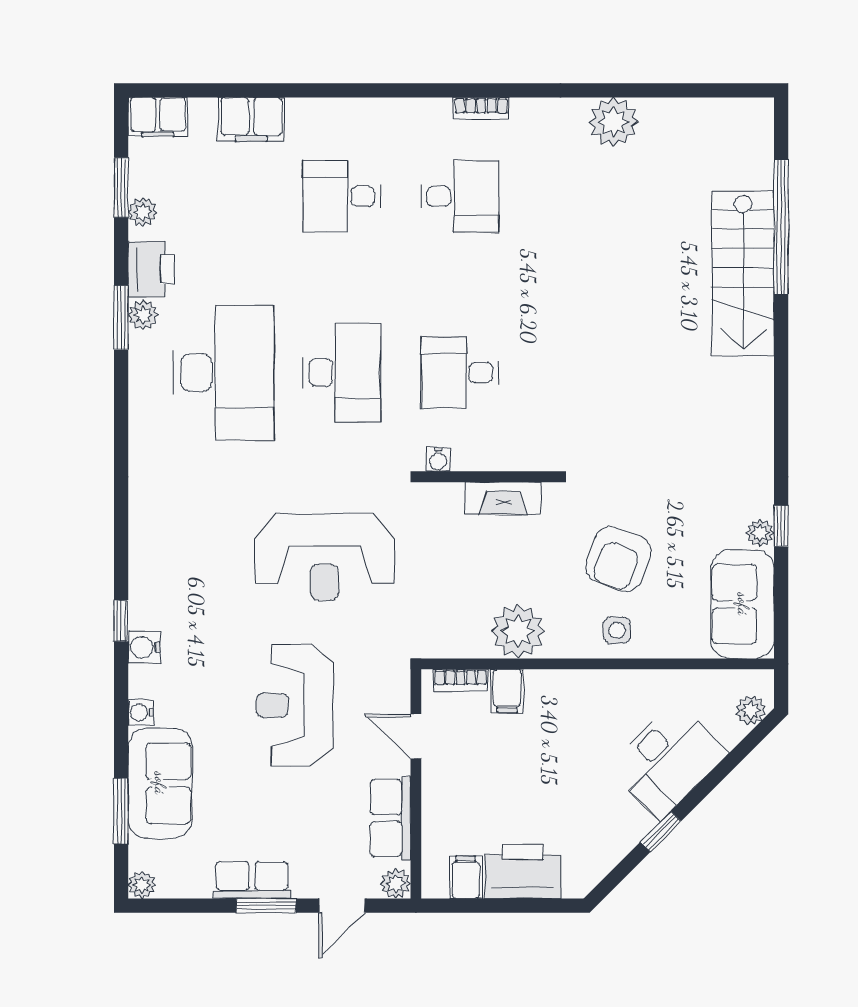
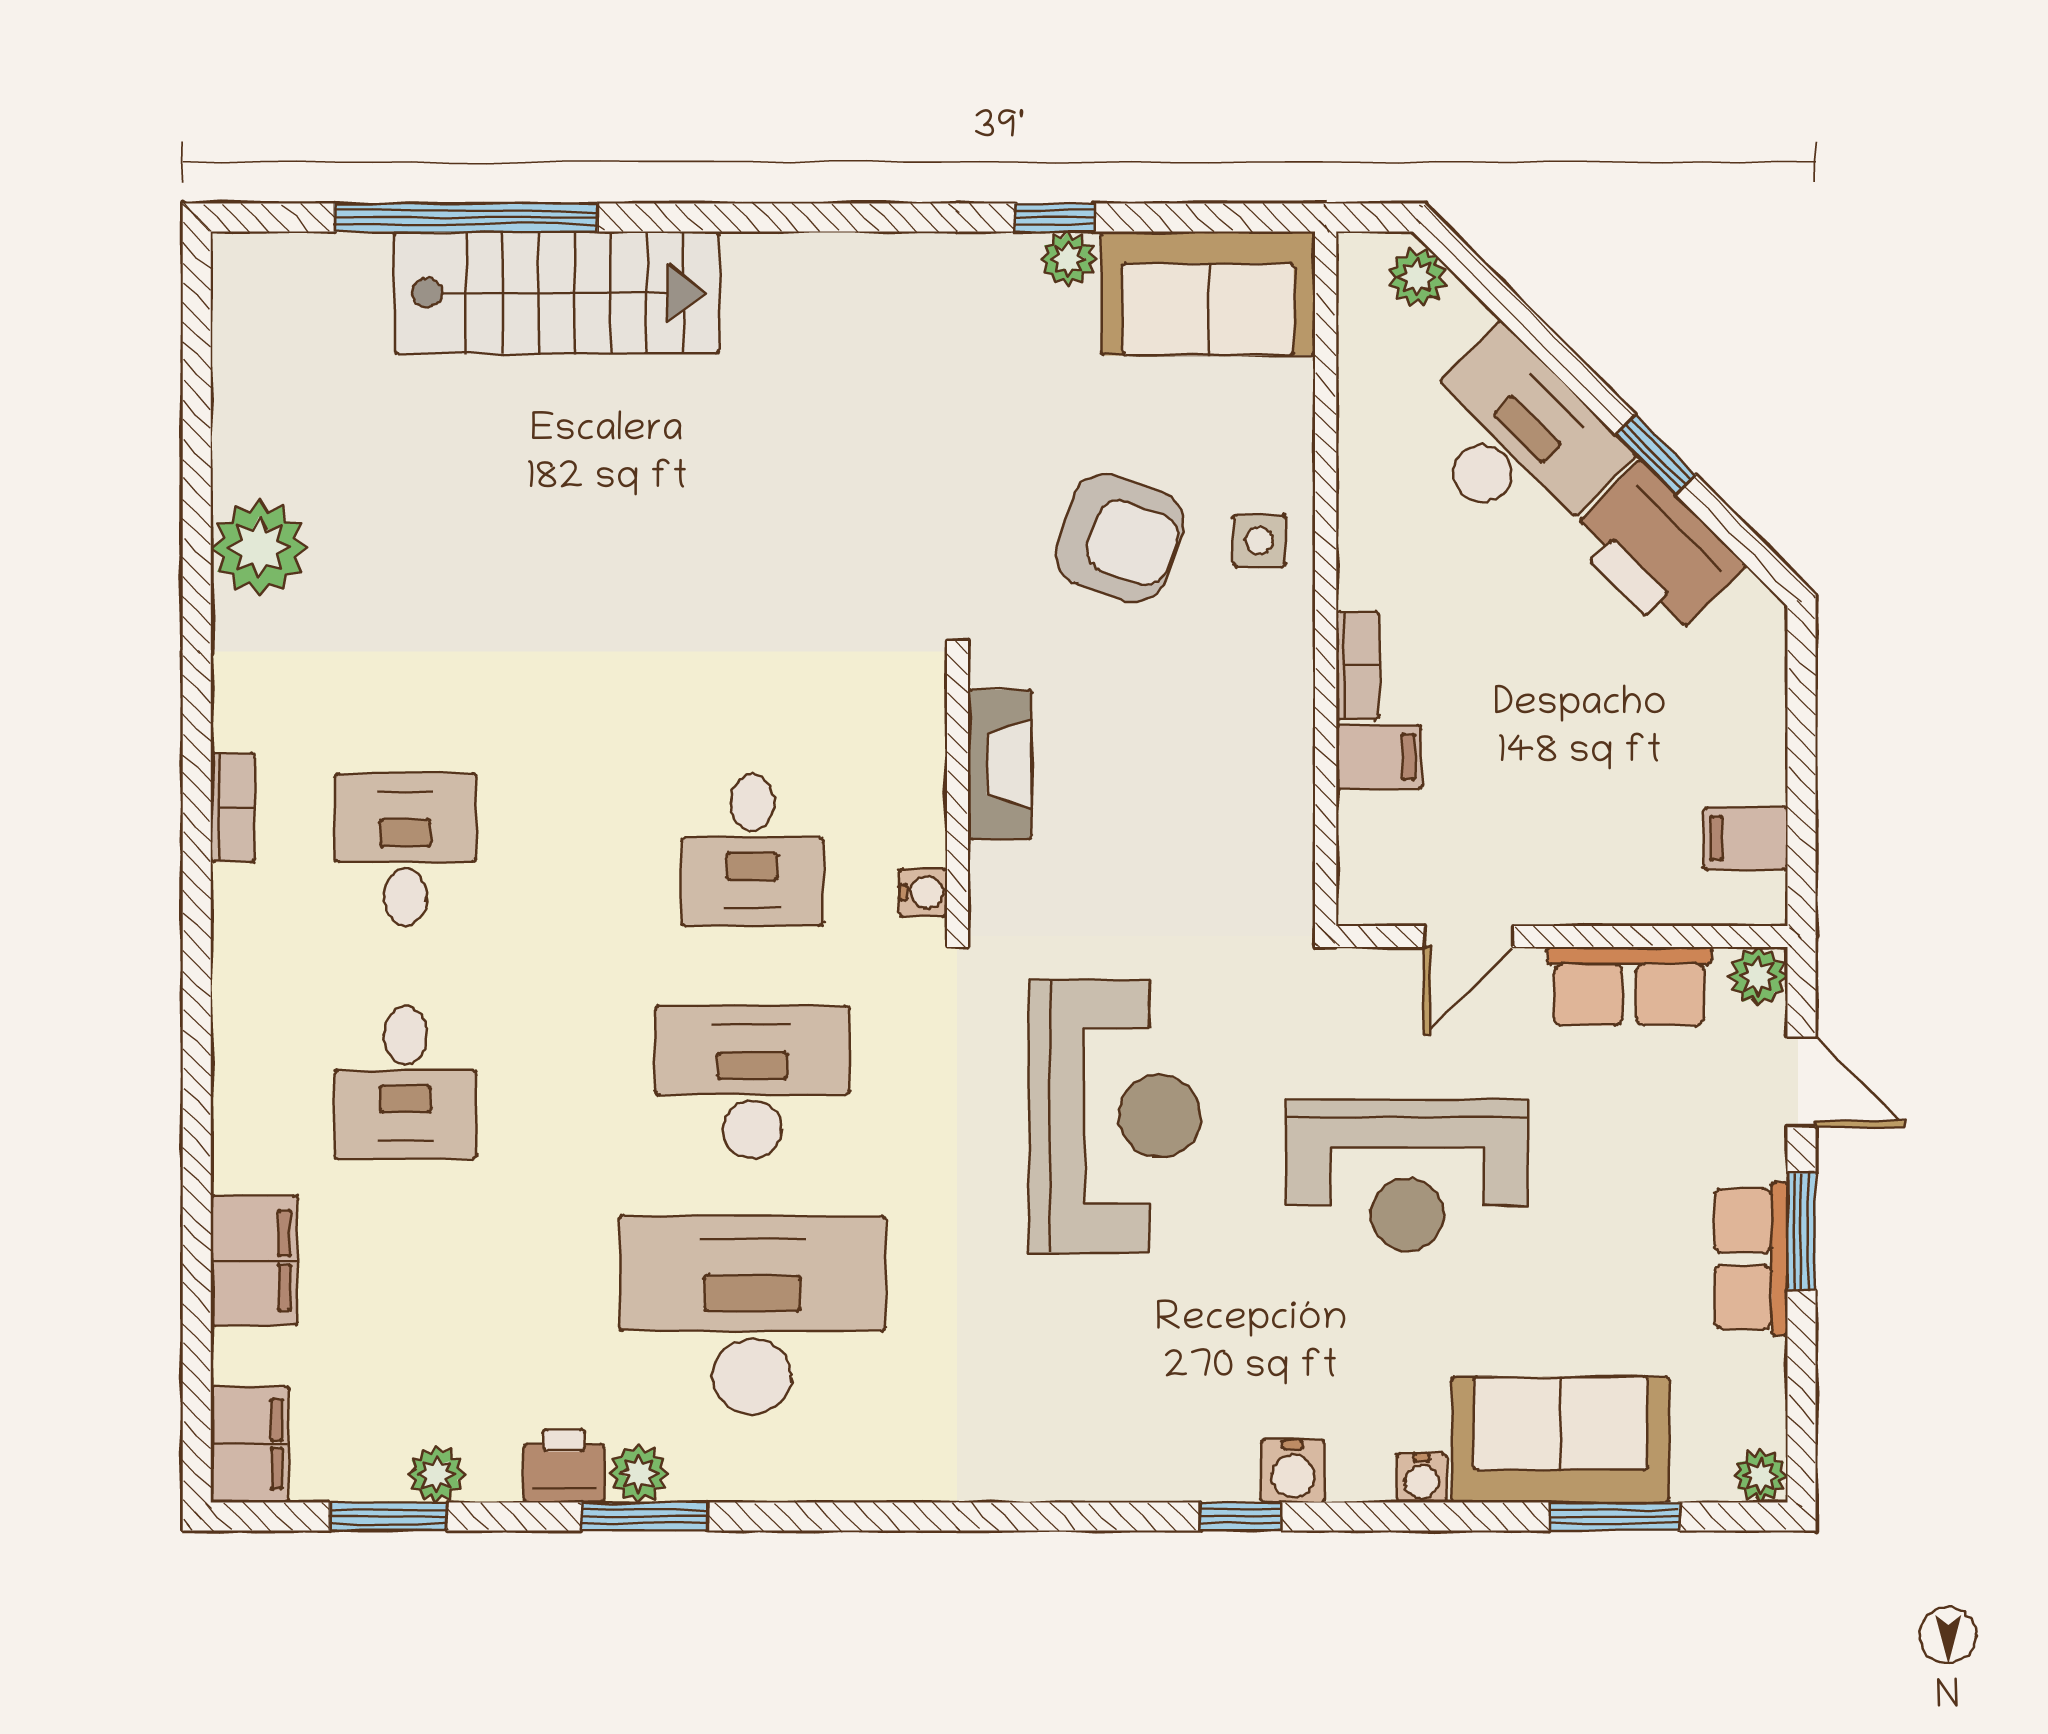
printer: (151, 269) -> (564, 1466), width x0.73, depth x0.81
plant: (518, 631) -> (1262, 735), removed
bookcase: (461, 680) -> (1358, 665), moved
printer: (523, 871) -> (1656, 551), moved, turned -45

